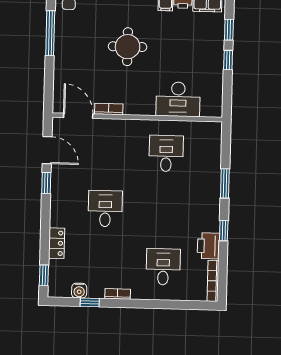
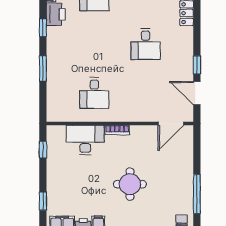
window: (228, 60) -> (43, 150), moved
bookcase: (109, 109) -> (117, 130), moved
door: (78, 116) -> (171, 123), hinge flipped

